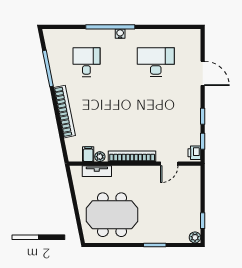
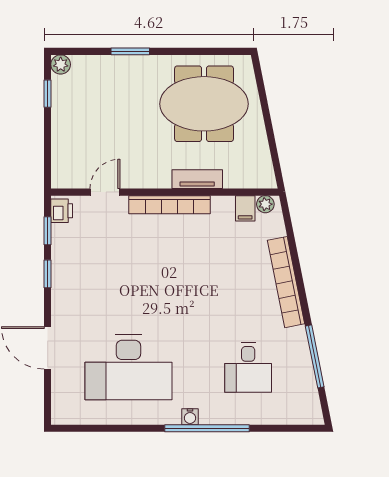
desk: (156, 62) -> (128, 367), width x1.36, depth x1.30
plant: (100, 157) -> (265, 204), moved
tv unit: (97, 171) -> (197, 179), moved

